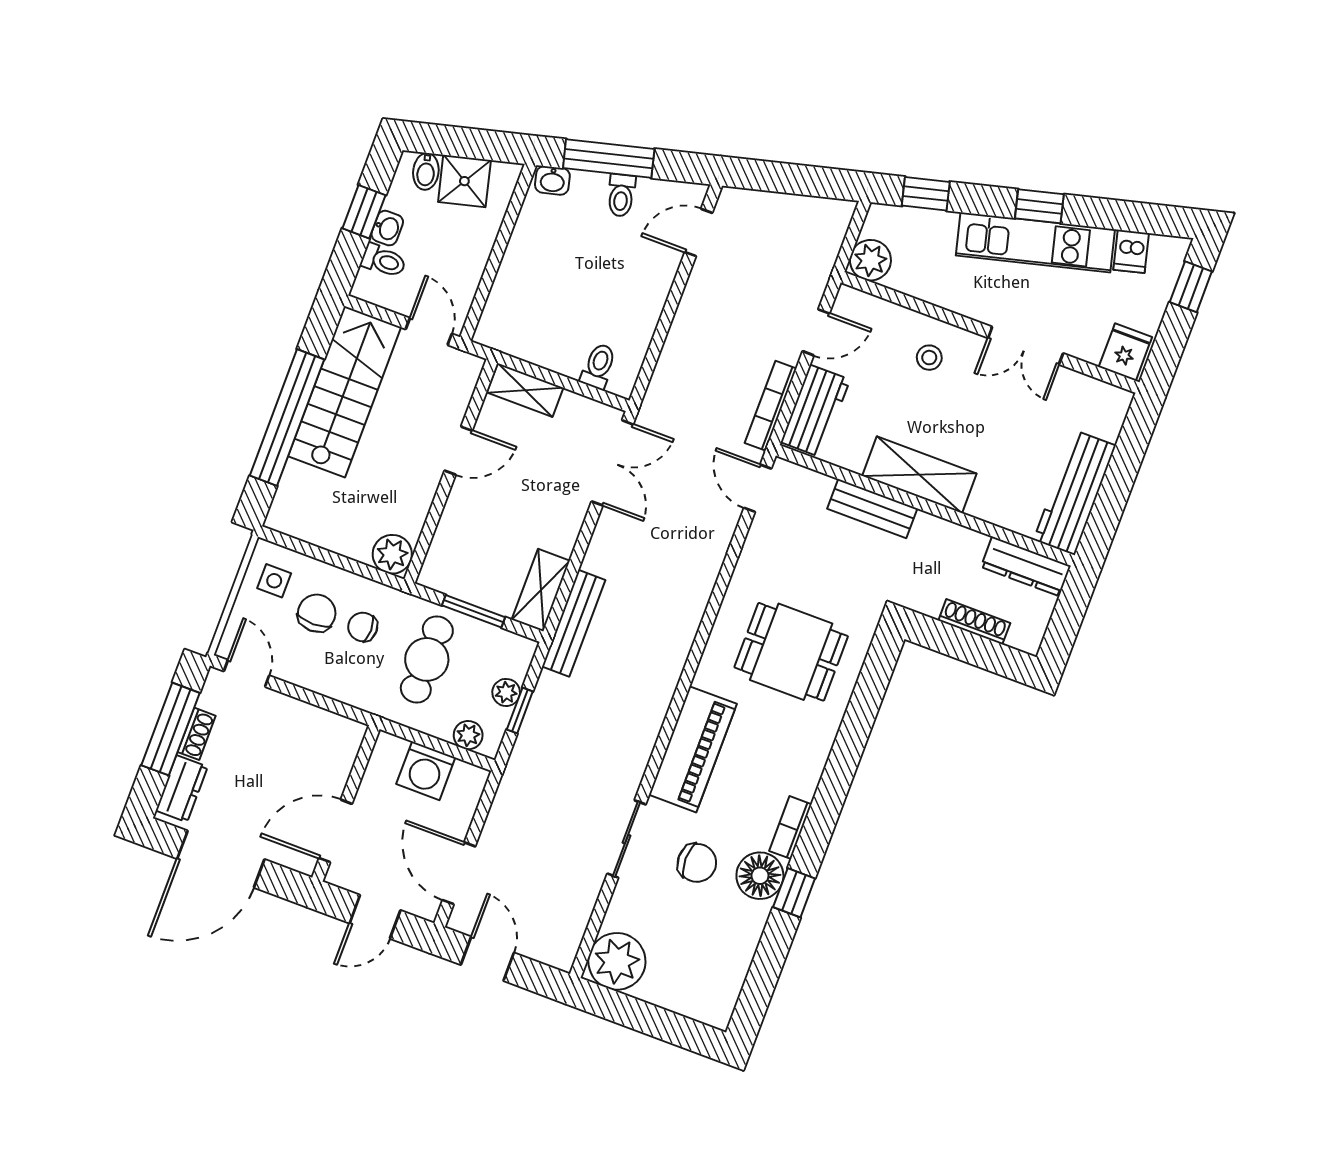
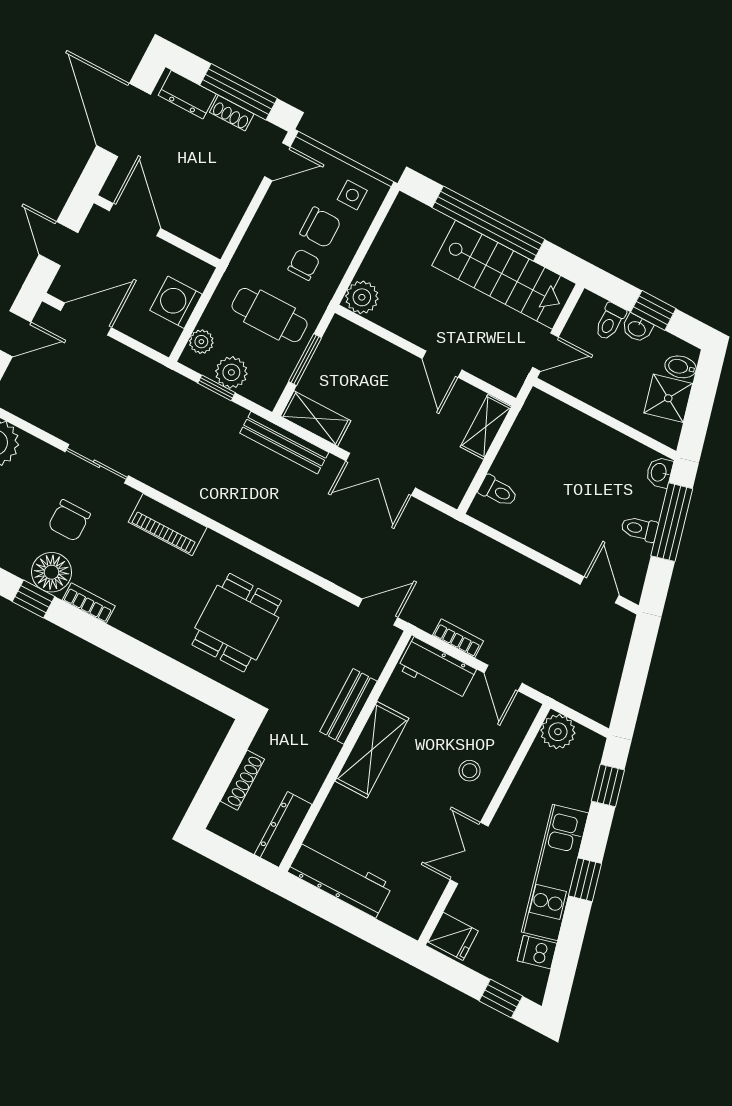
bookcase: (771, 406) -> (458, 638), width x0.64
double door: (612, 463) -> (381, 474), moved
plant: (506, 692) -> (231, 372), width x1.38, depth x1.38
piano: (693, 749) -> (168, 525), width x0.73, depth x0.75

